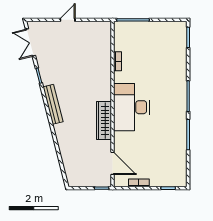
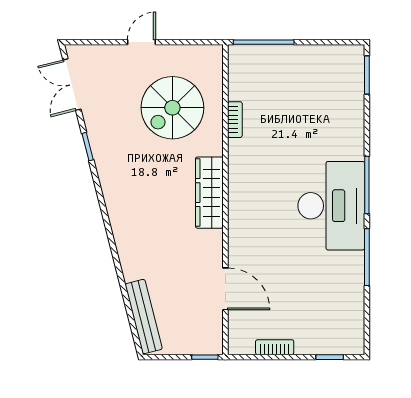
spiral stairs: (84, 55) -> (172, 108), added
bench: (53, 104) -> (144, 317), moved
desk: (132, 107) -> (331, 206), moved, turned 180
wardrobe: (104, 121) -> (209, 193), moved
door: (113, 163) -> (225, 289), moved

